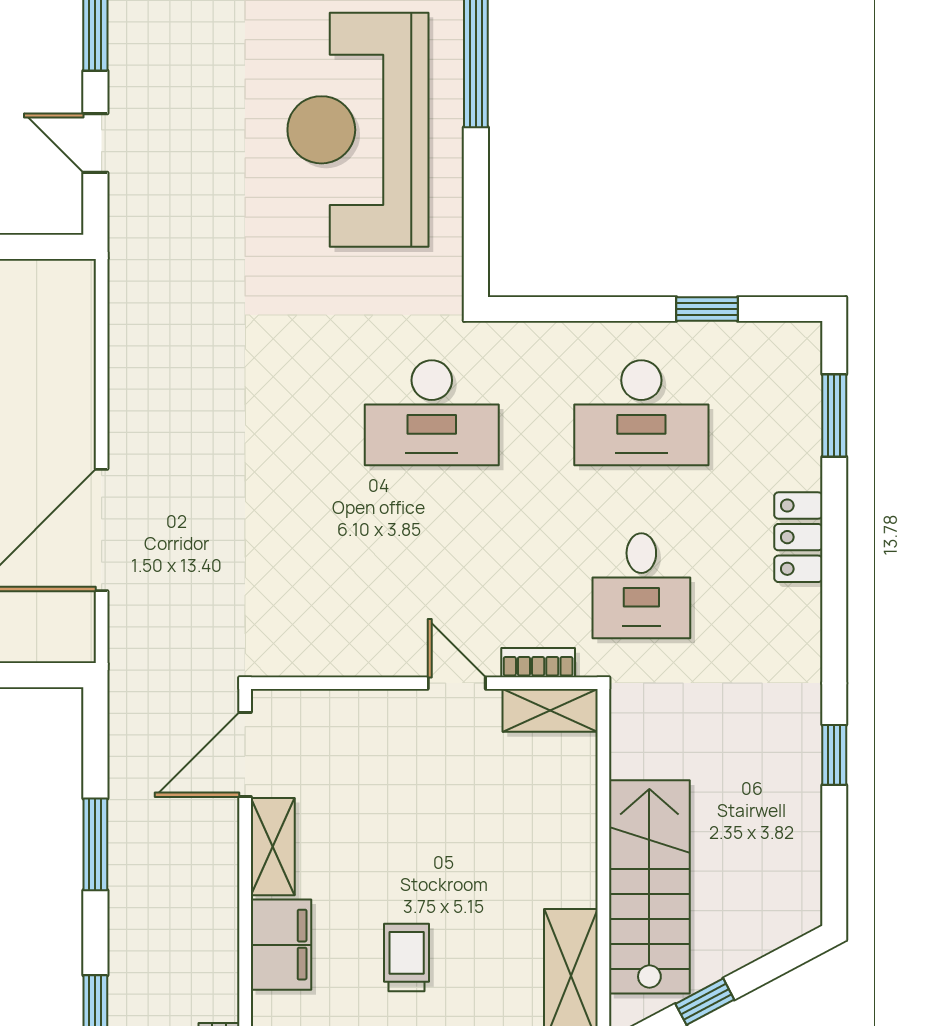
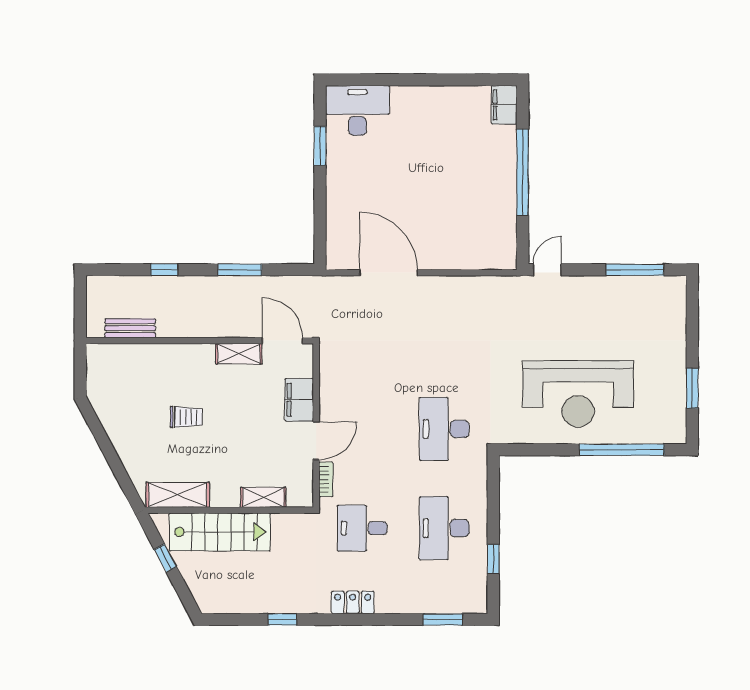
reception desk: (358, 130) -> (578, 394), turned 180
door: (95, 143) -> (547, 270), moved
locker: (798, 537) -> (353, 602), moved
door: (457, 683) -> (316, 441), width x1.38
shelving: (550, 710) -> (263, 497), moved, turned 90
filing cabinet: (281, 945) -> (299, 400), moved, turned 90

